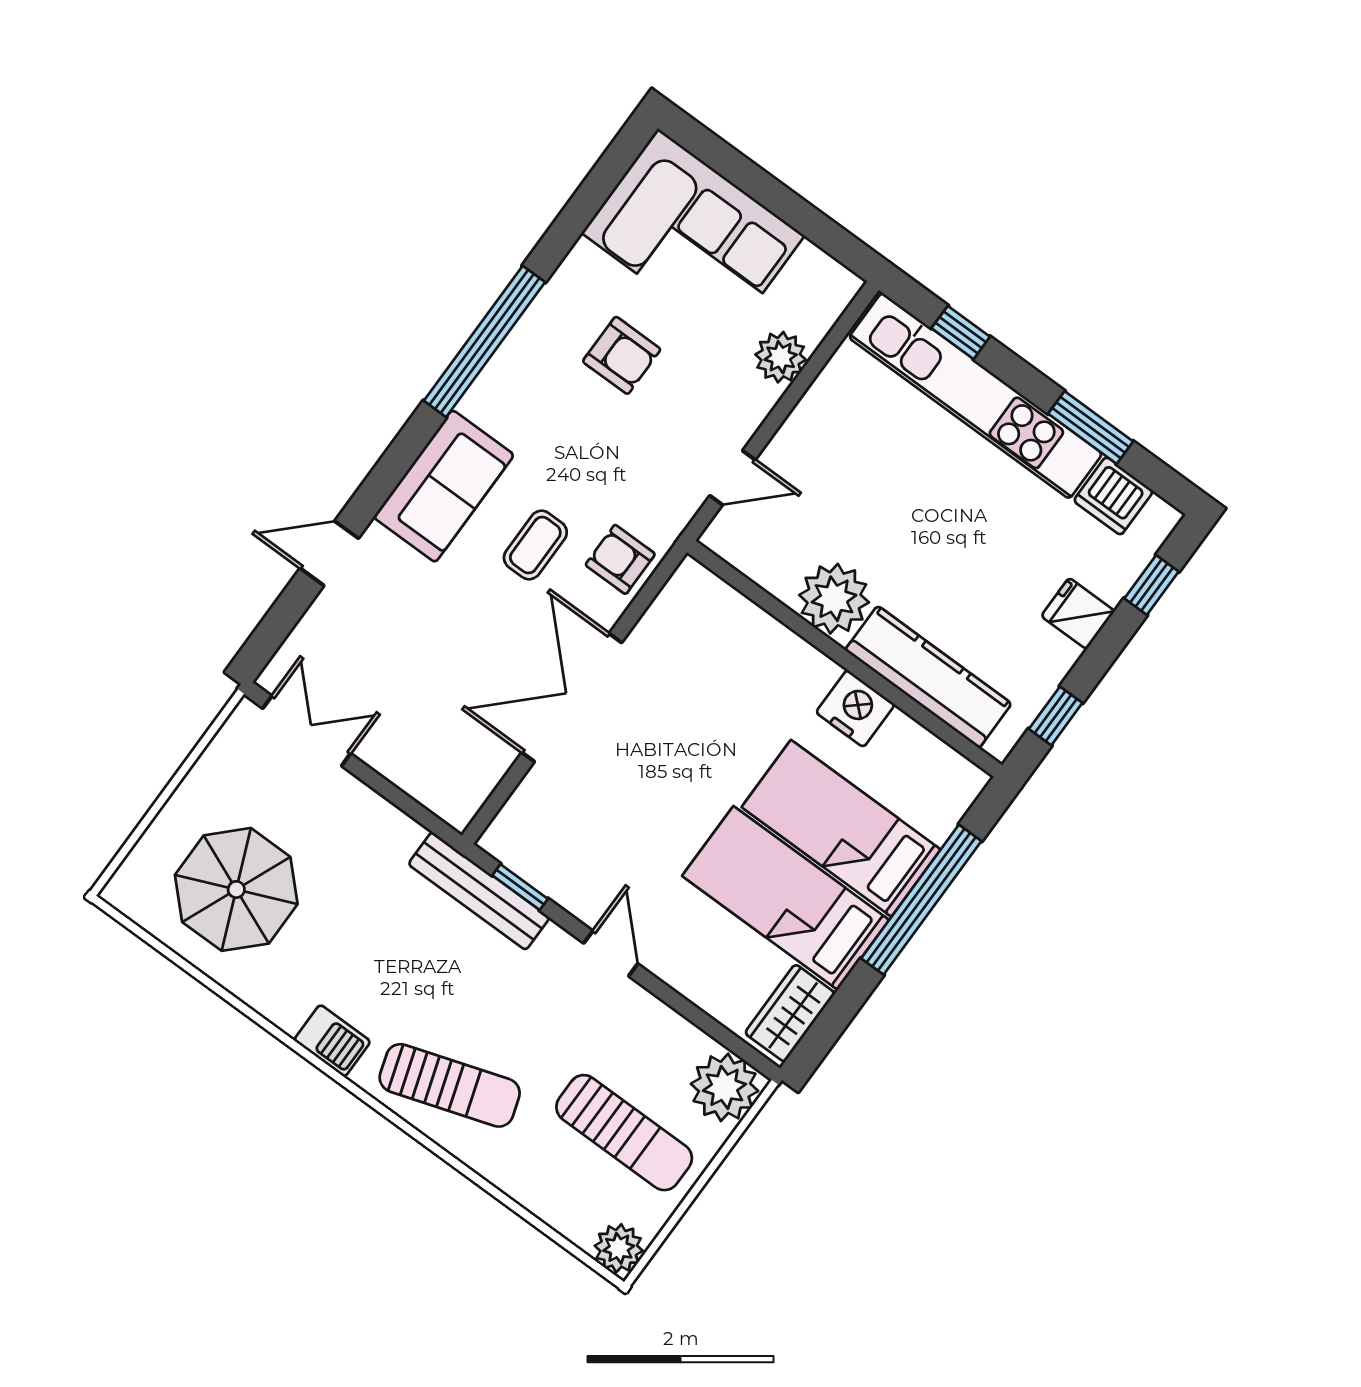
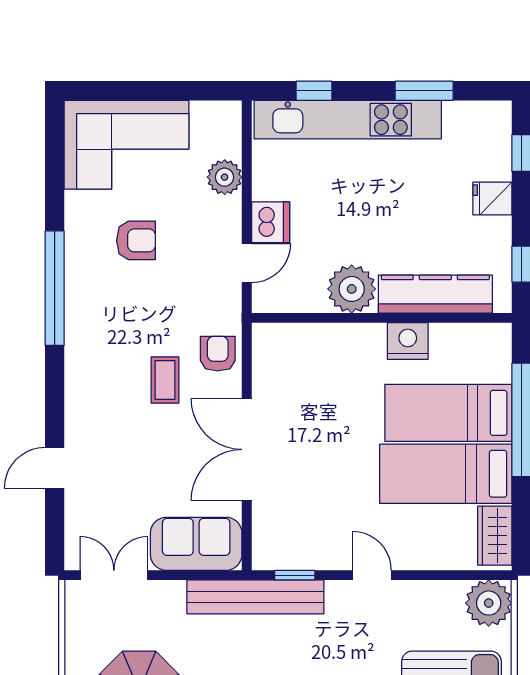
sofa: (444, 486) -> (196, 544), moved, turned -90
dishwasher: (1113, 496) -> (271, 222), moved, turned -90
armchair: (620, 559) -> (218, 354), turned 90
bench: (479, 891) -> (255, 597), width x1.37, depth x1.21

